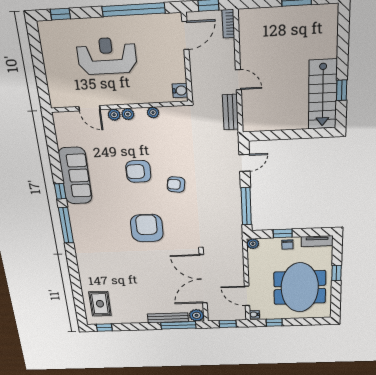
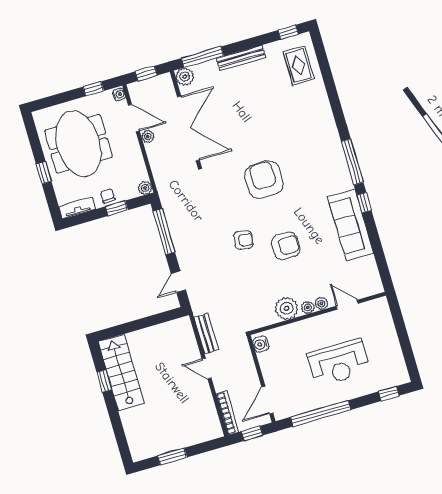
bookcase: (228, 24) -> (227, 413), width x1.56
plant: (153, 113) -> (287, 308), width x1.88, depth x1.88
armchair: (147, 228) -> (264, 180), turned 180
plant: (239, 281) -> (148, 137), added
bench: (168, 318) -> (241, 58), moved

